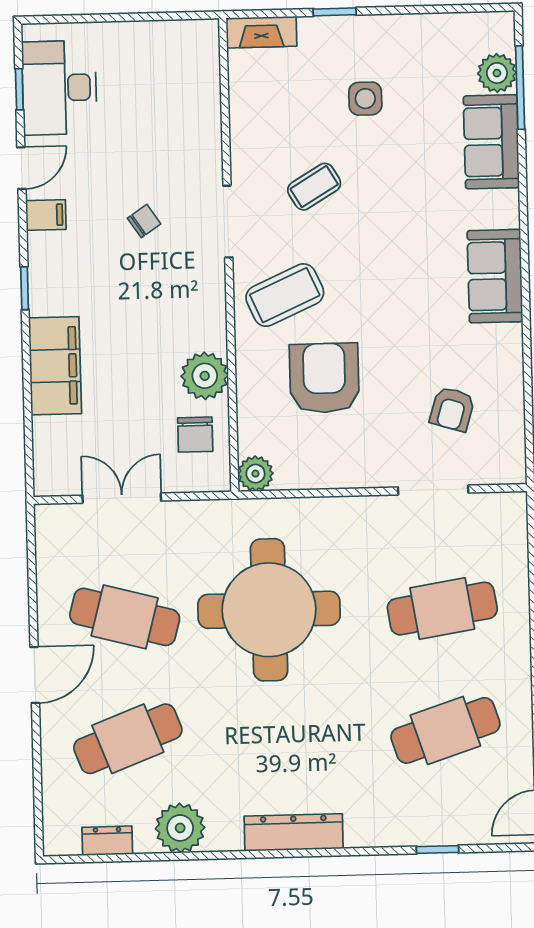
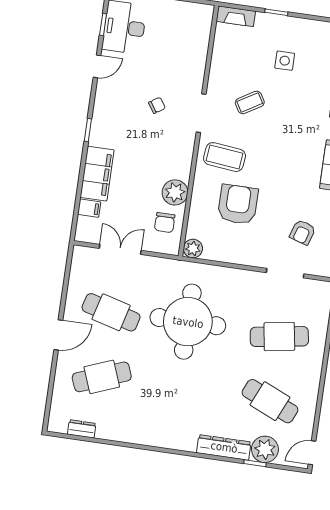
filing cabinet: (46, 215) -> (89, 208), moved
coffee table: (285, 295) -> (225, 157), turned 30
cafe table: (445, 730) -> (270, 401), turned 42
plant: (180, 828) -> (265, 449), moved
dresser: (294, 832) -> (224, 447), moved

